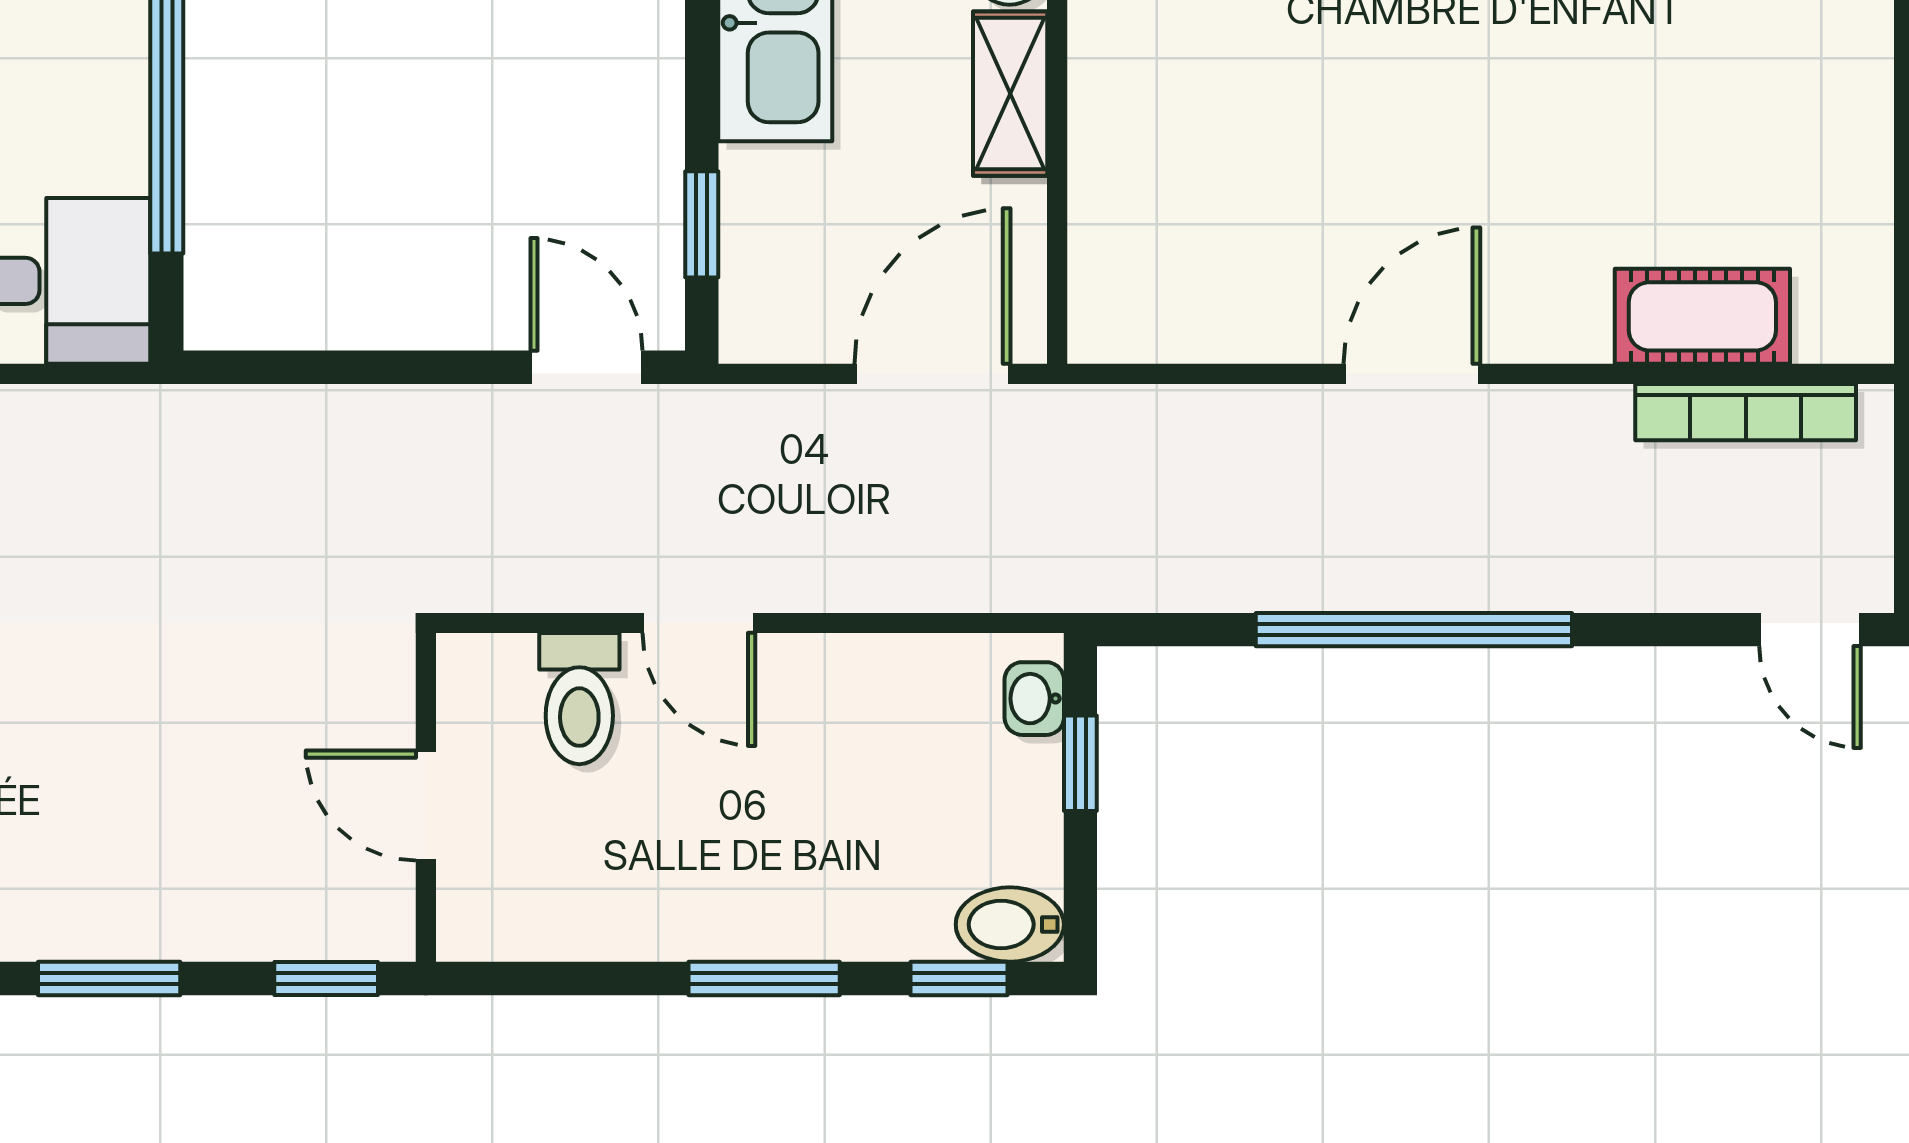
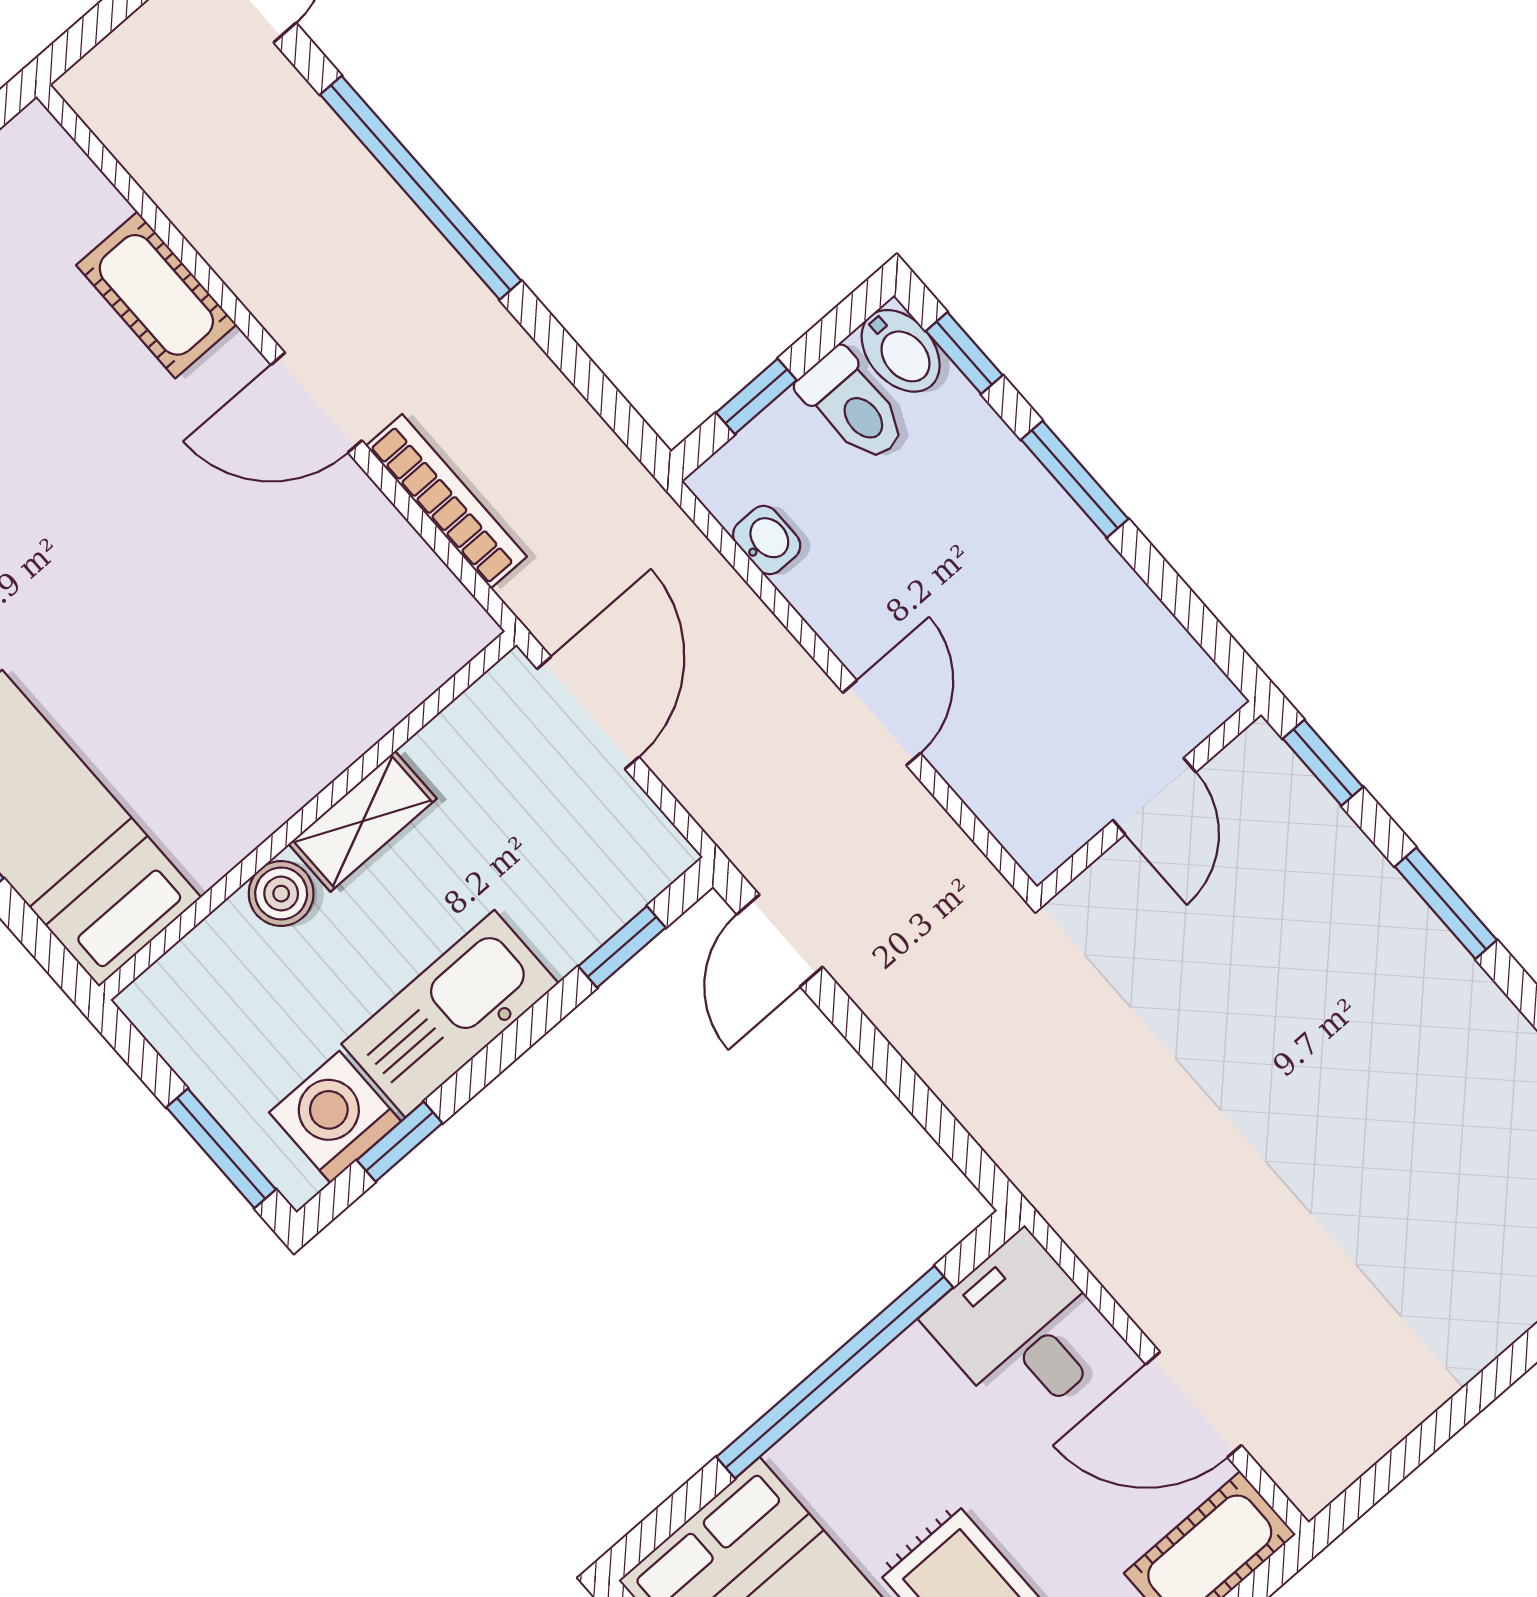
cot: (1702, 316) -> (156, 295), moved
door: (932, 374) -> (588, 713), swing flipped
bookcase: (1746, 412) -> (446, 501), moved
window: (1414, 630) -> (421, 188), moved
toilet: (579, 699) -> (853, 406), moved, turned 90
washbasin: (1034, 699) -> (767, 540), moved, turned -90

